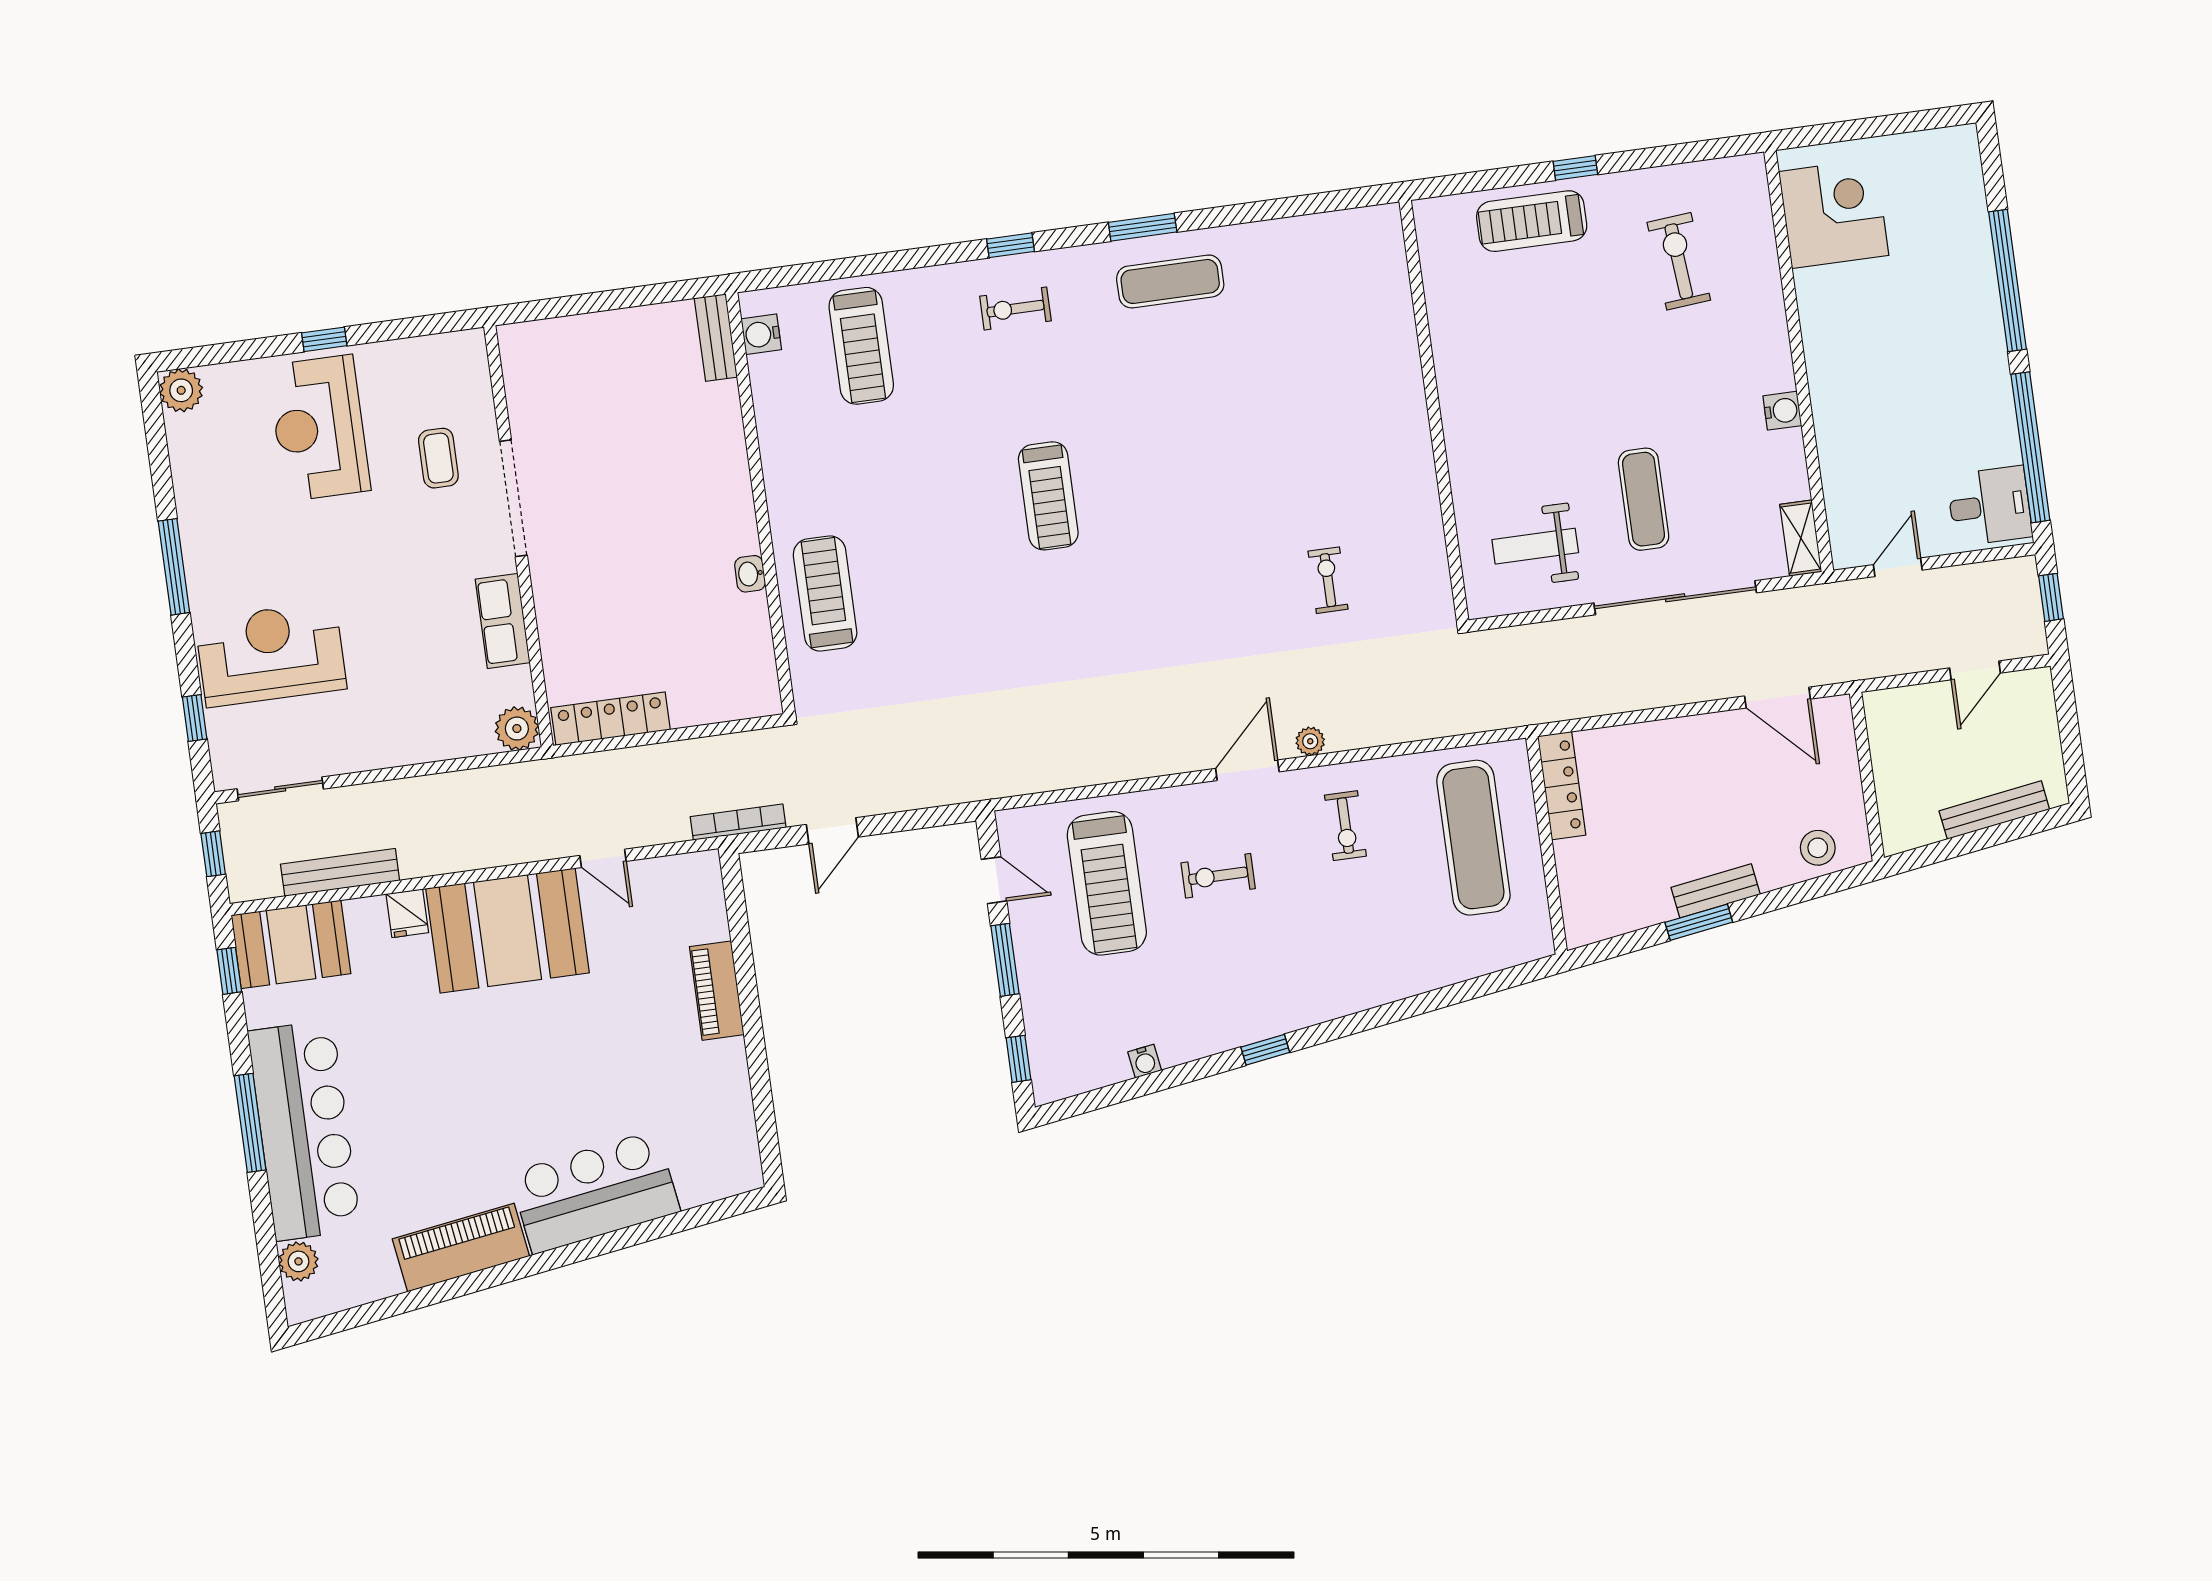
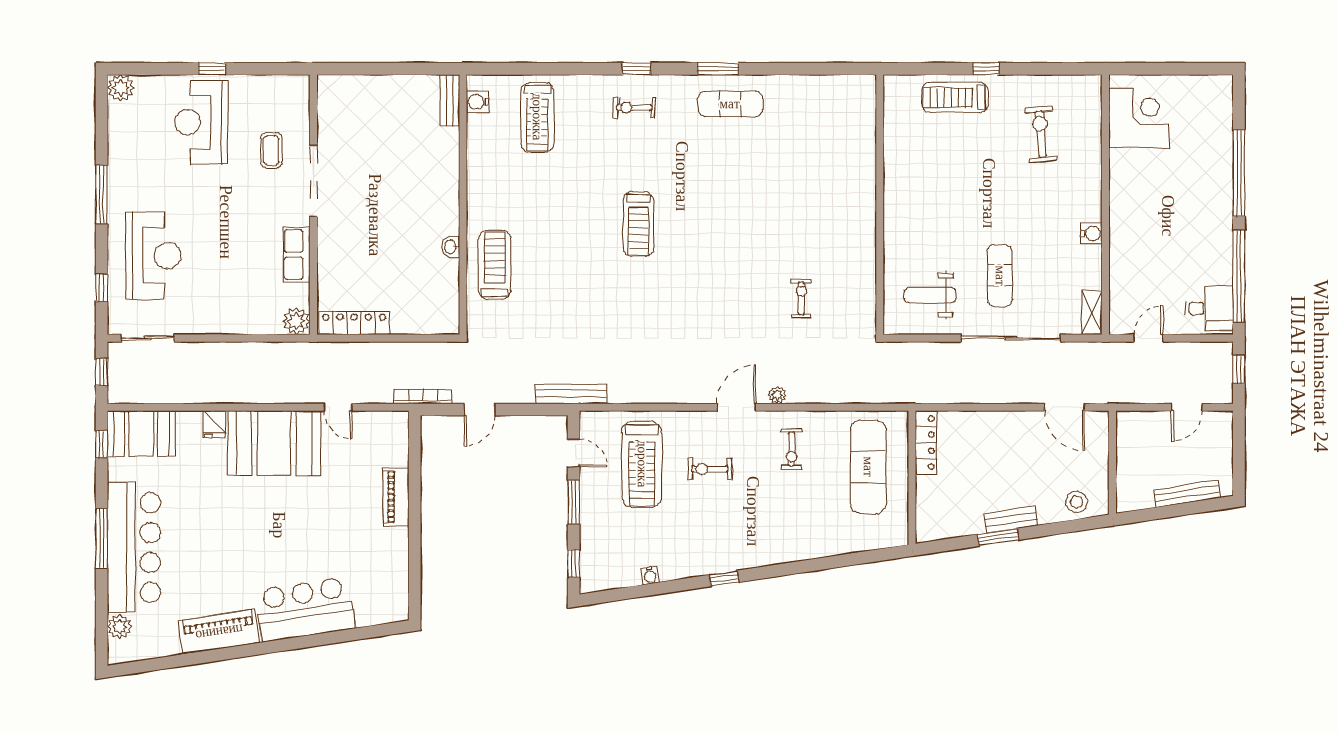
reception desk: (271, 654) -> (153, 256), turned 90
bench: (340, 872) -> (571, 394), moved

